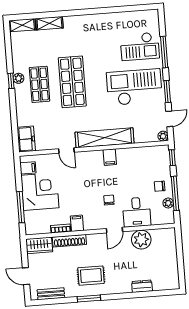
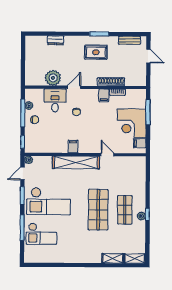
checkout: (140, 46) -> (41, 234), turned 180
freezer: (26, 139) -> (139, 167), removed
wardrobe: (39, 245) -> (136, 80), removed

